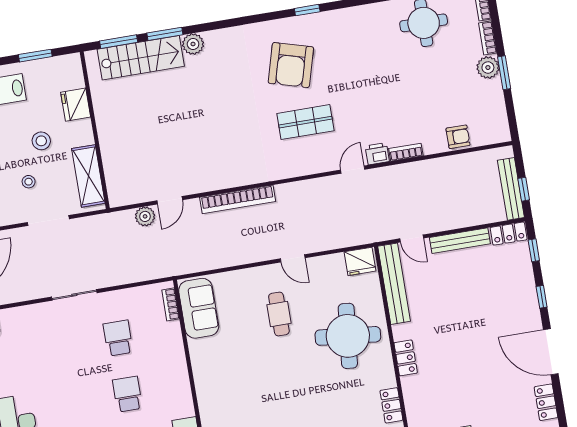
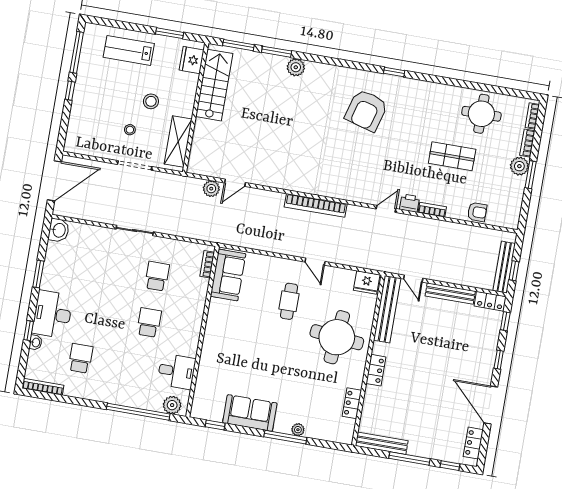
stairs: (141, 58) -> (214, 85), moved, turned -90
fridge: (76, 105) -> (192, 60), moved
shop shelf: (305, 122) -> (452, 156), moved
bookcase: (238, 199) -> (316, 205), moved

